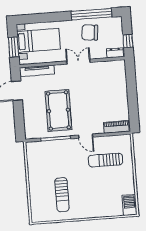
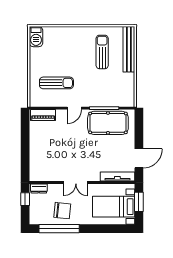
pool table: (58, 110) -> (108, 123), moved, turned 90
door: (86, 136) -> (74, 108), swing flipped
bench: (35, 199) -> (129, 49), added

